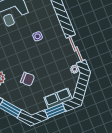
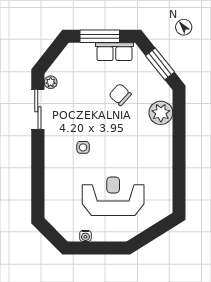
row of seats: (58, 98) -> (114, 52), moved
window: (55, 111) -> (100, 36), width x1.44

